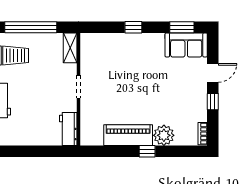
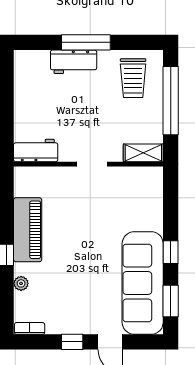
window: (133, 27) -> (171, 252), moved
sofa: (186, 45) -> (143, 283), width x1.85, depth x1.27
plant: (164, 135) -> (21, 283), width x0.53, depth x0.53

